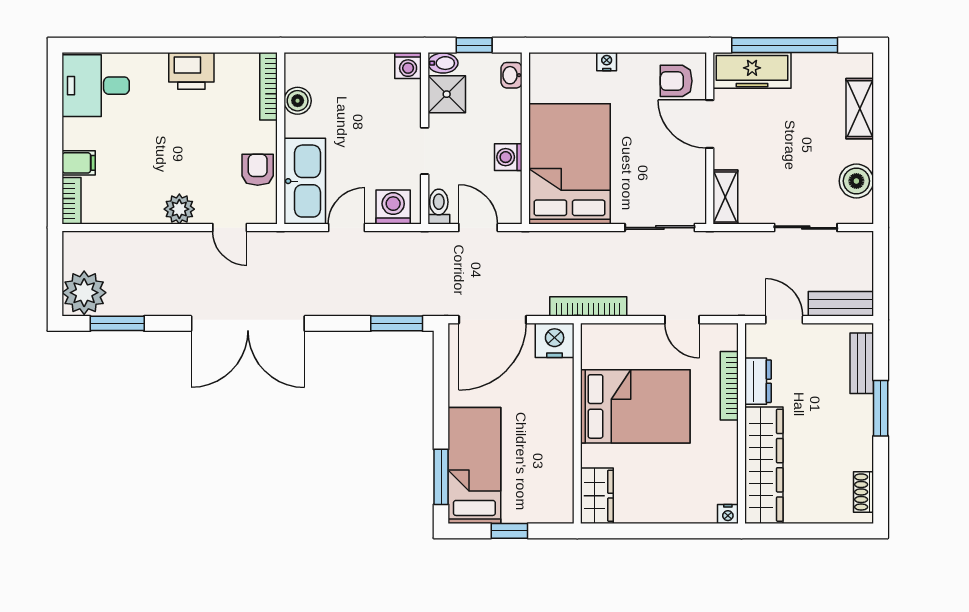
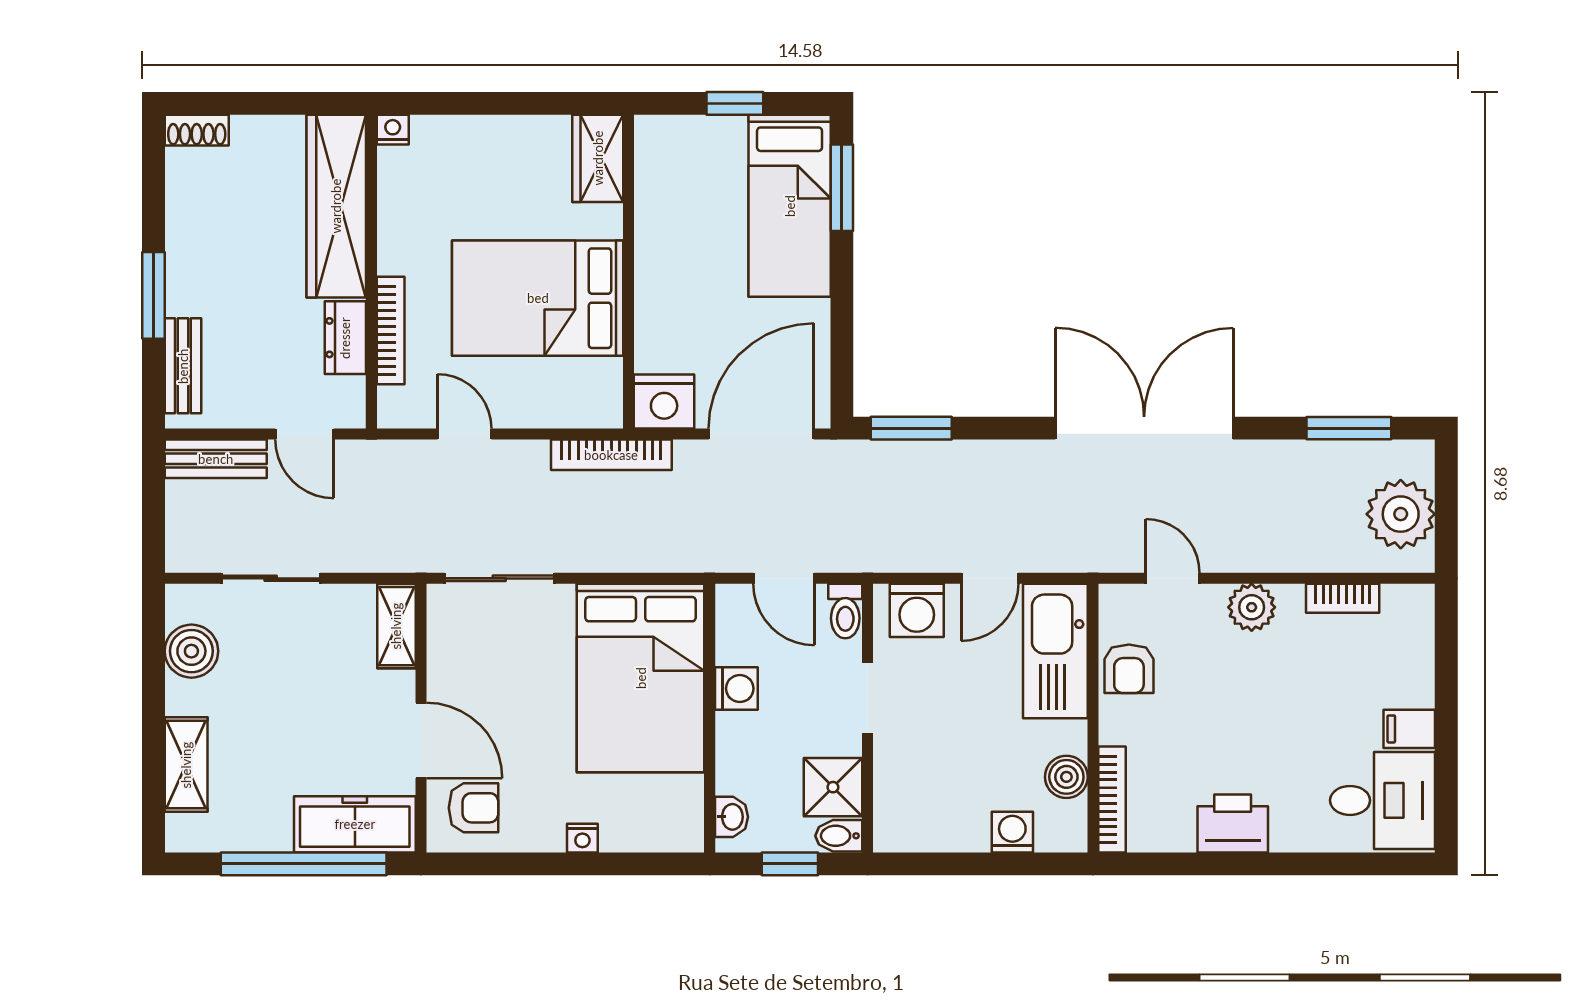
washing machine: (408, 65) -> (1012, 832), moved
filing cabinet: (79, 163) -> (1409, 729), moved
bookcase: (72, 201) -> (1343, 598), moved, turned -90
plant: (84, 293) -> (1401, 514), moved
shoe rack: (863, 492) -> (197, 130), moved, turned 90

